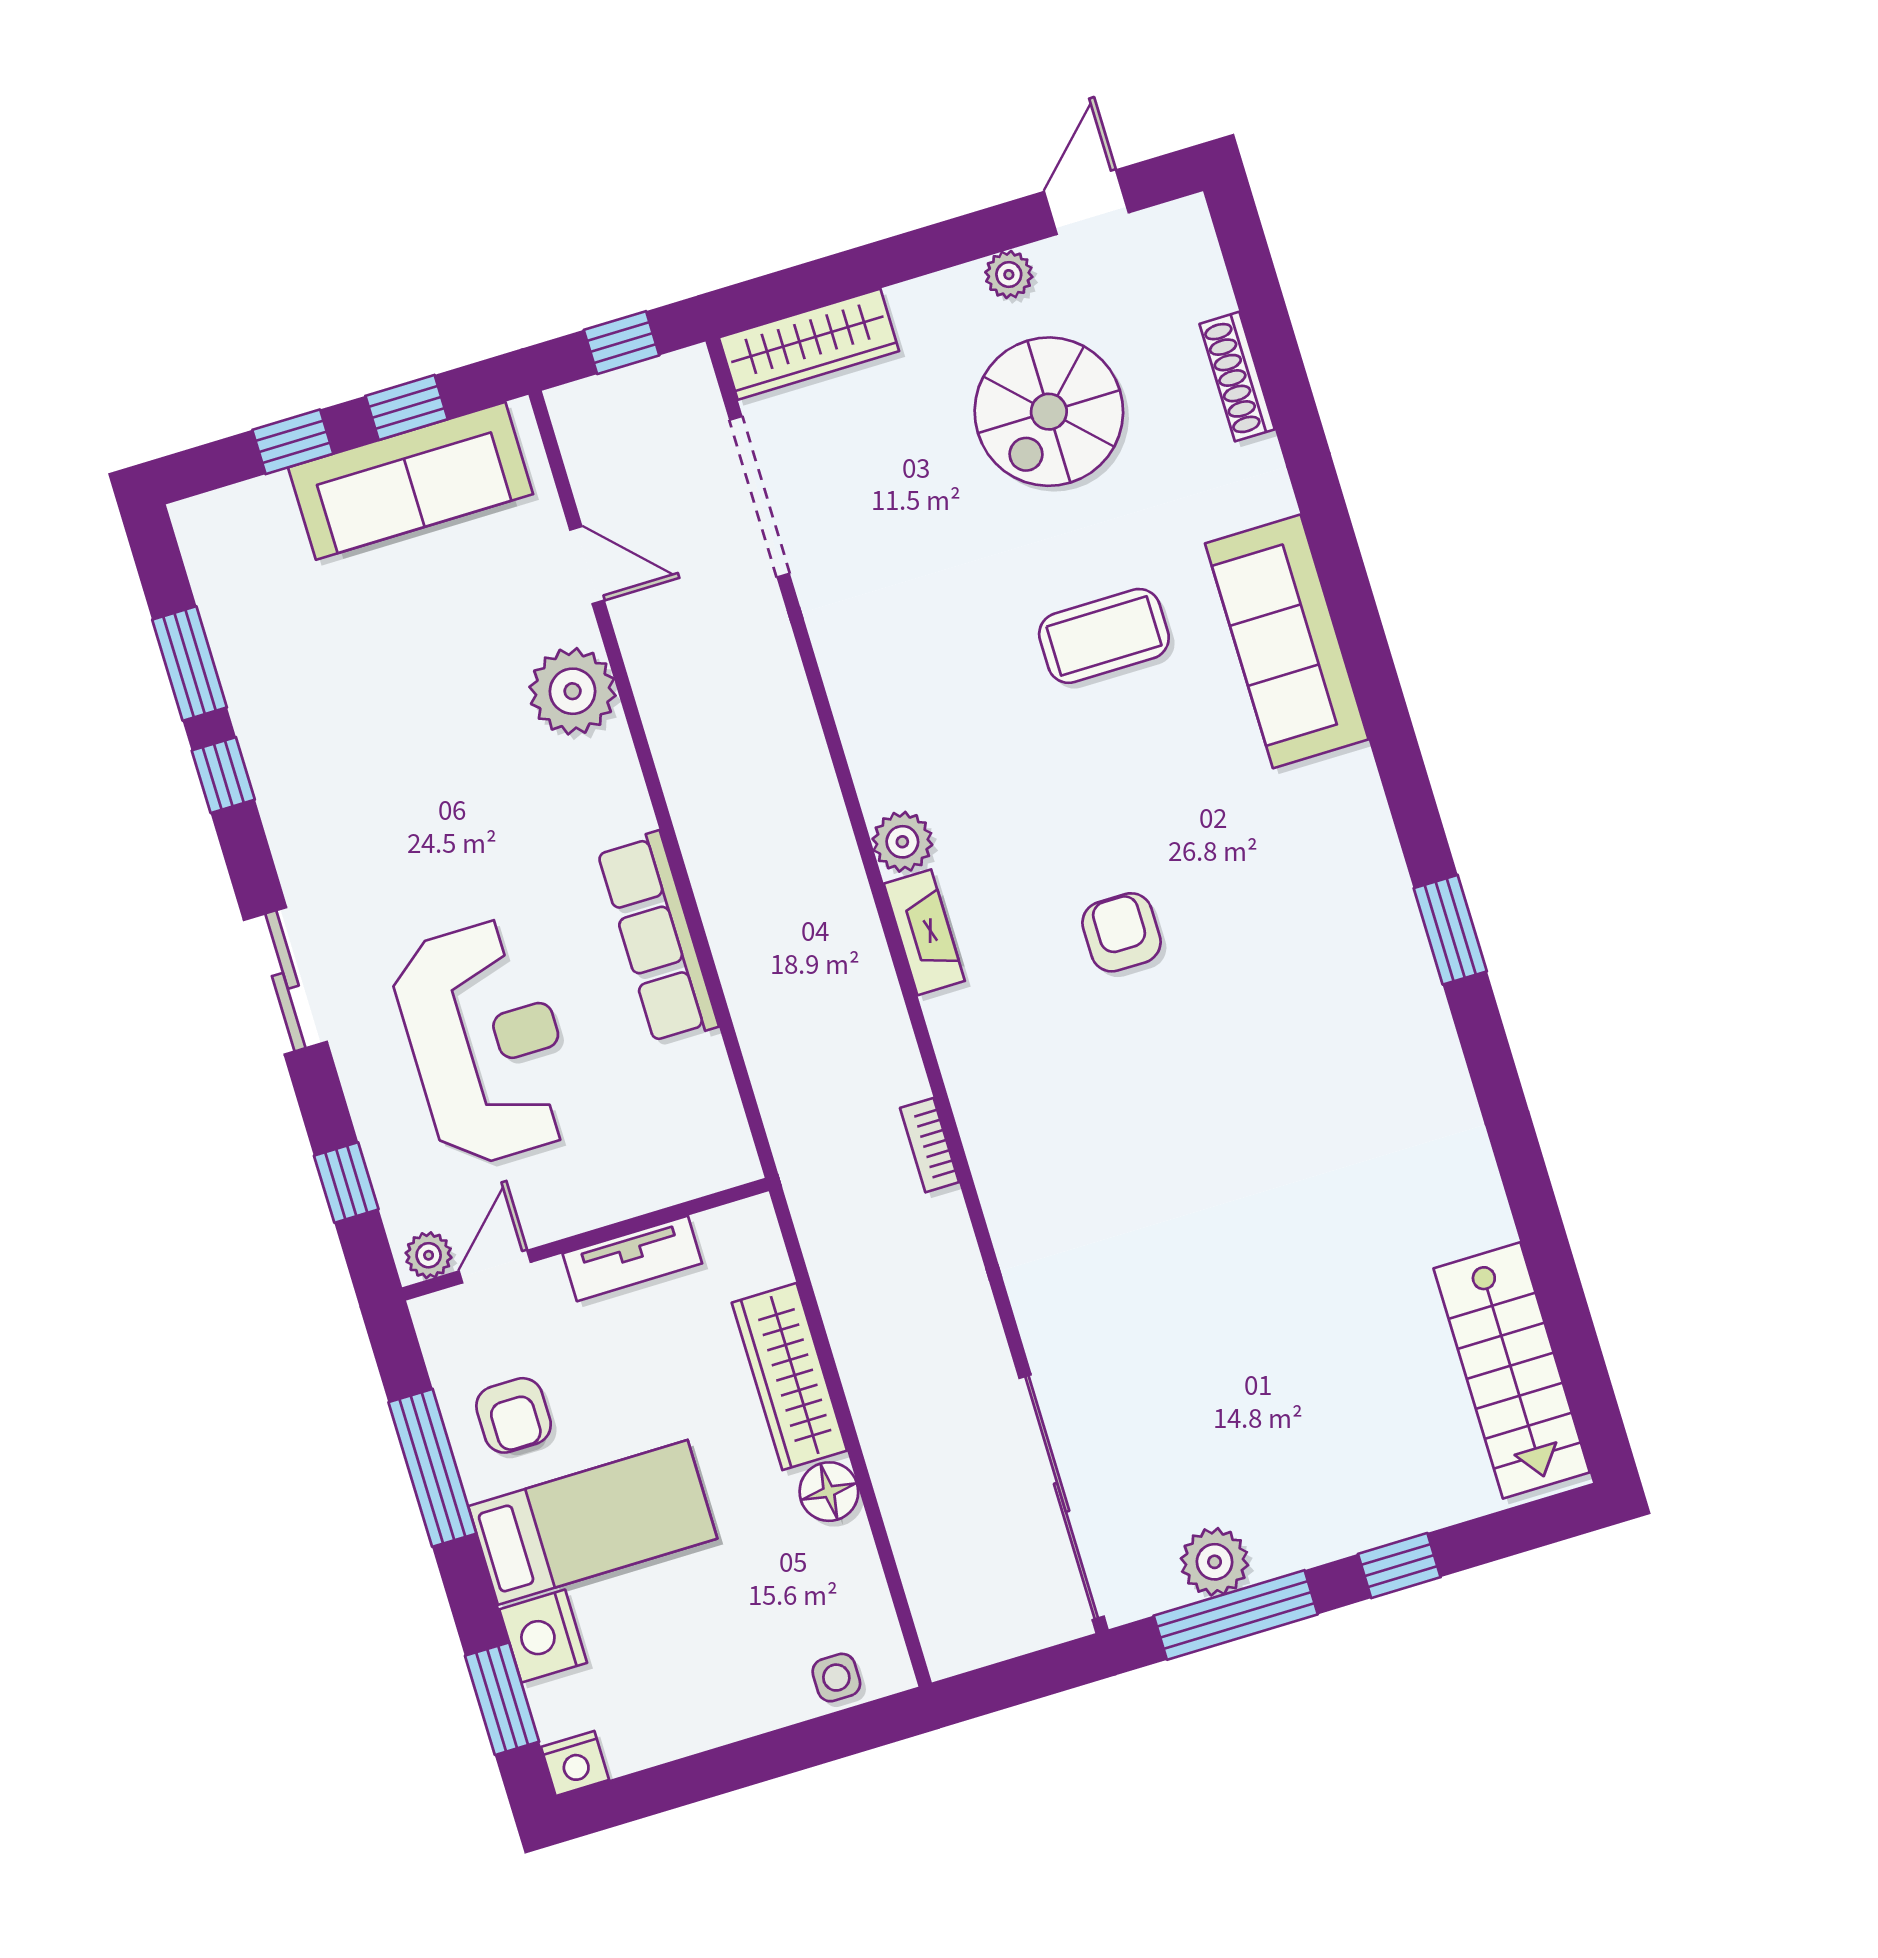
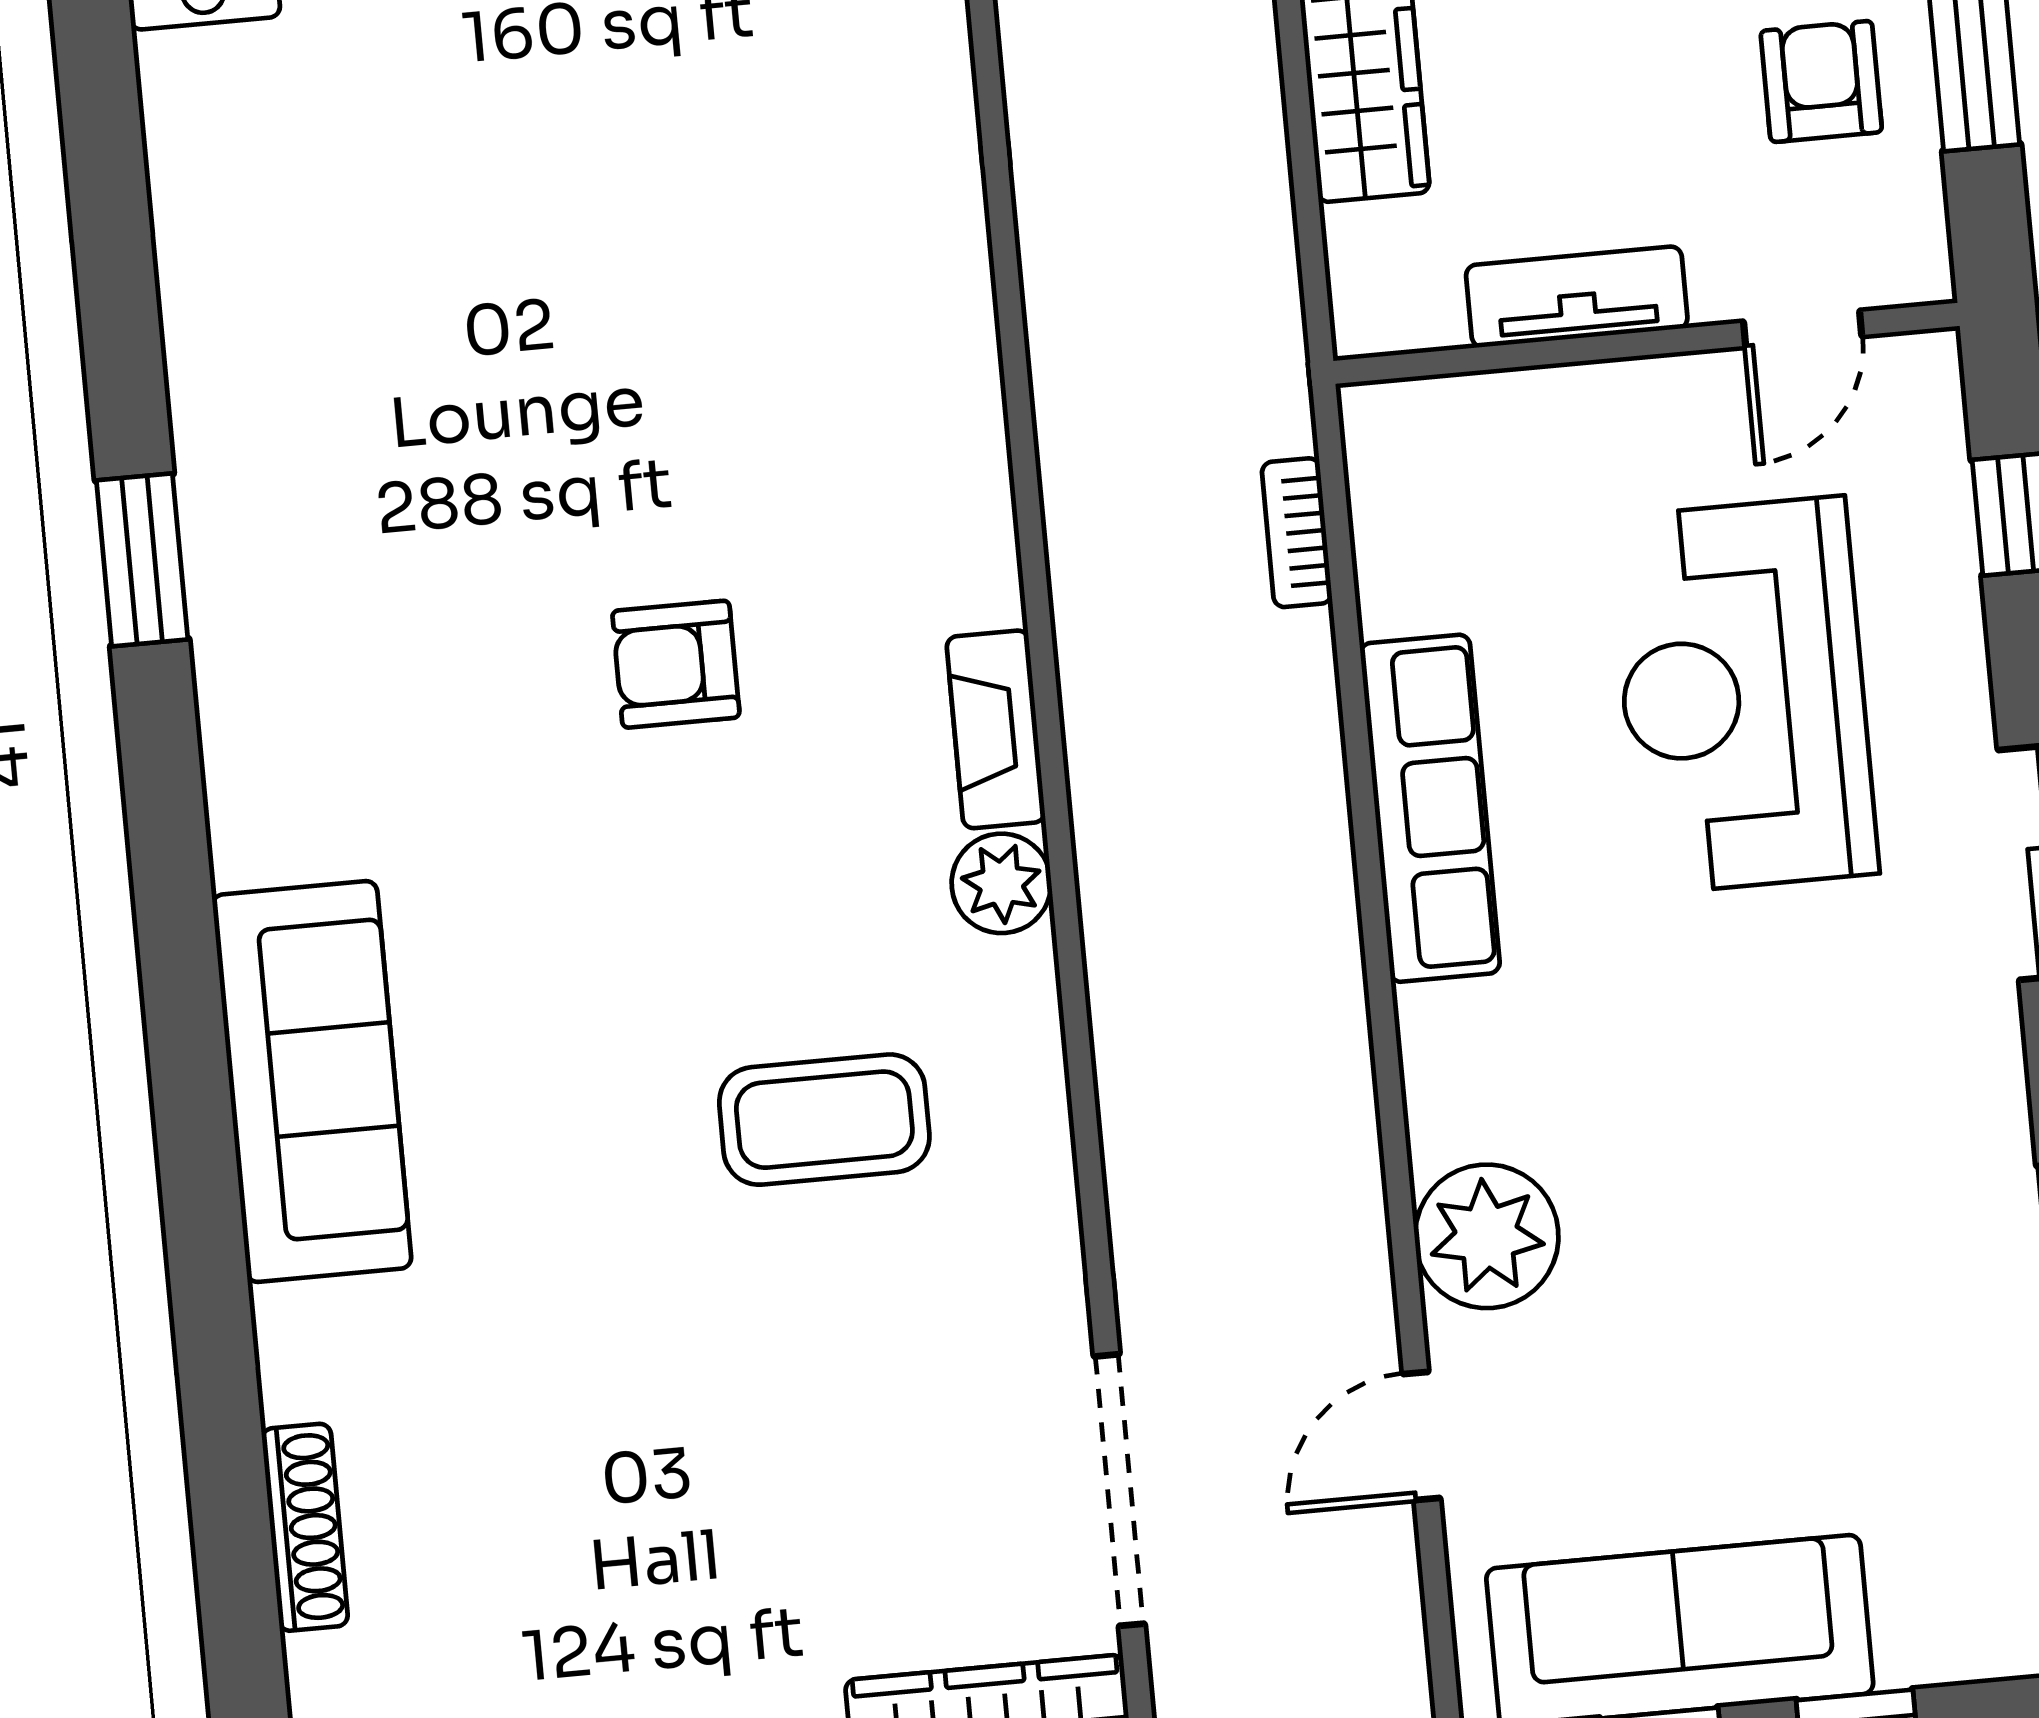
spiral stairs: (1049, 412) -> (622, 1533), removed
door: (587, 565) -> (1421, 1436), hinge flipped
coffee table: (1104, 636) -> (824, 1120), moved
armchair: (1122, 932) -> (676, 664), turned 90
bookcase: (930, 1145) -> (1297, 533), moved, turned 180
plant: (429, 1255) -> (1906, 369), removed

